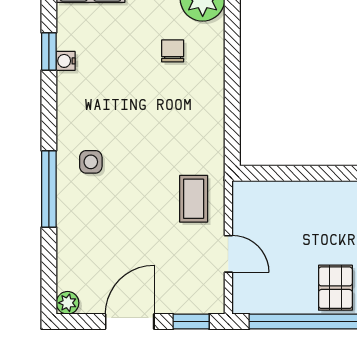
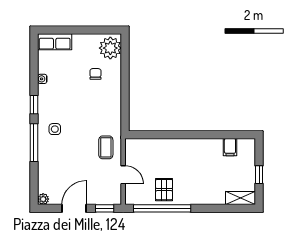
window: (49, 51) -> (34, 105), moved
pallet: (335, 288) -> (164, 190), moved

